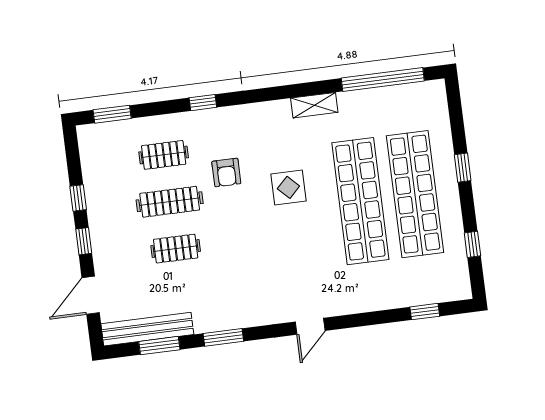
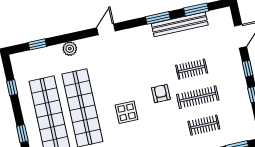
armchair: (226, 173) -> (161, 93), moved
plant: (372, 300) -> (70, 49), added
bench: (147, 329) -> (180, 24), moved

